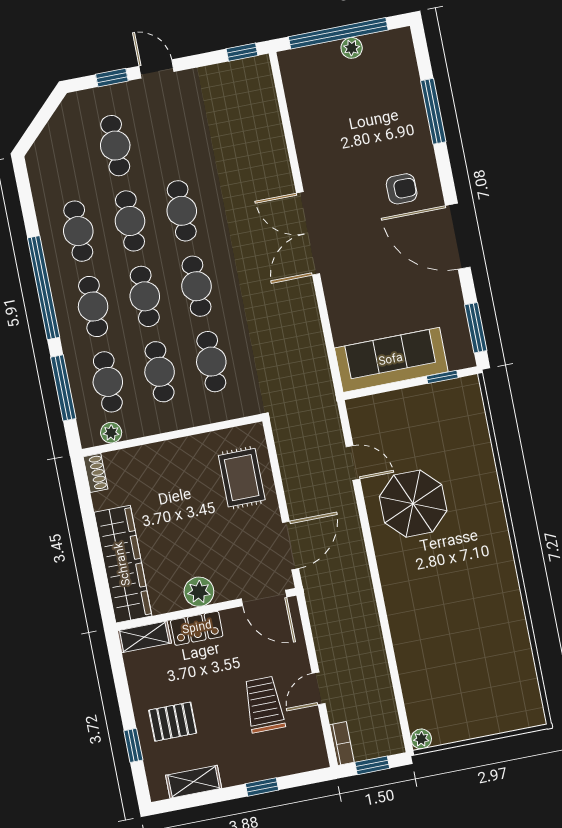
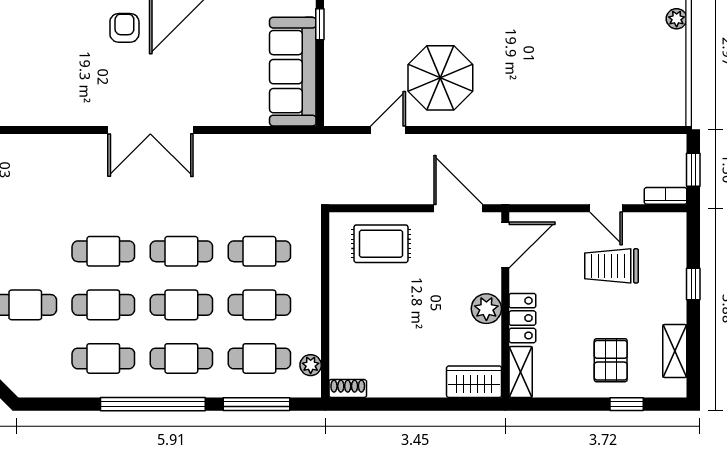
wardrobe: (123, 564) -> (474, 382), width x0.48, depth x0.85
plant: (421, 739) -> (677, 19), moved

